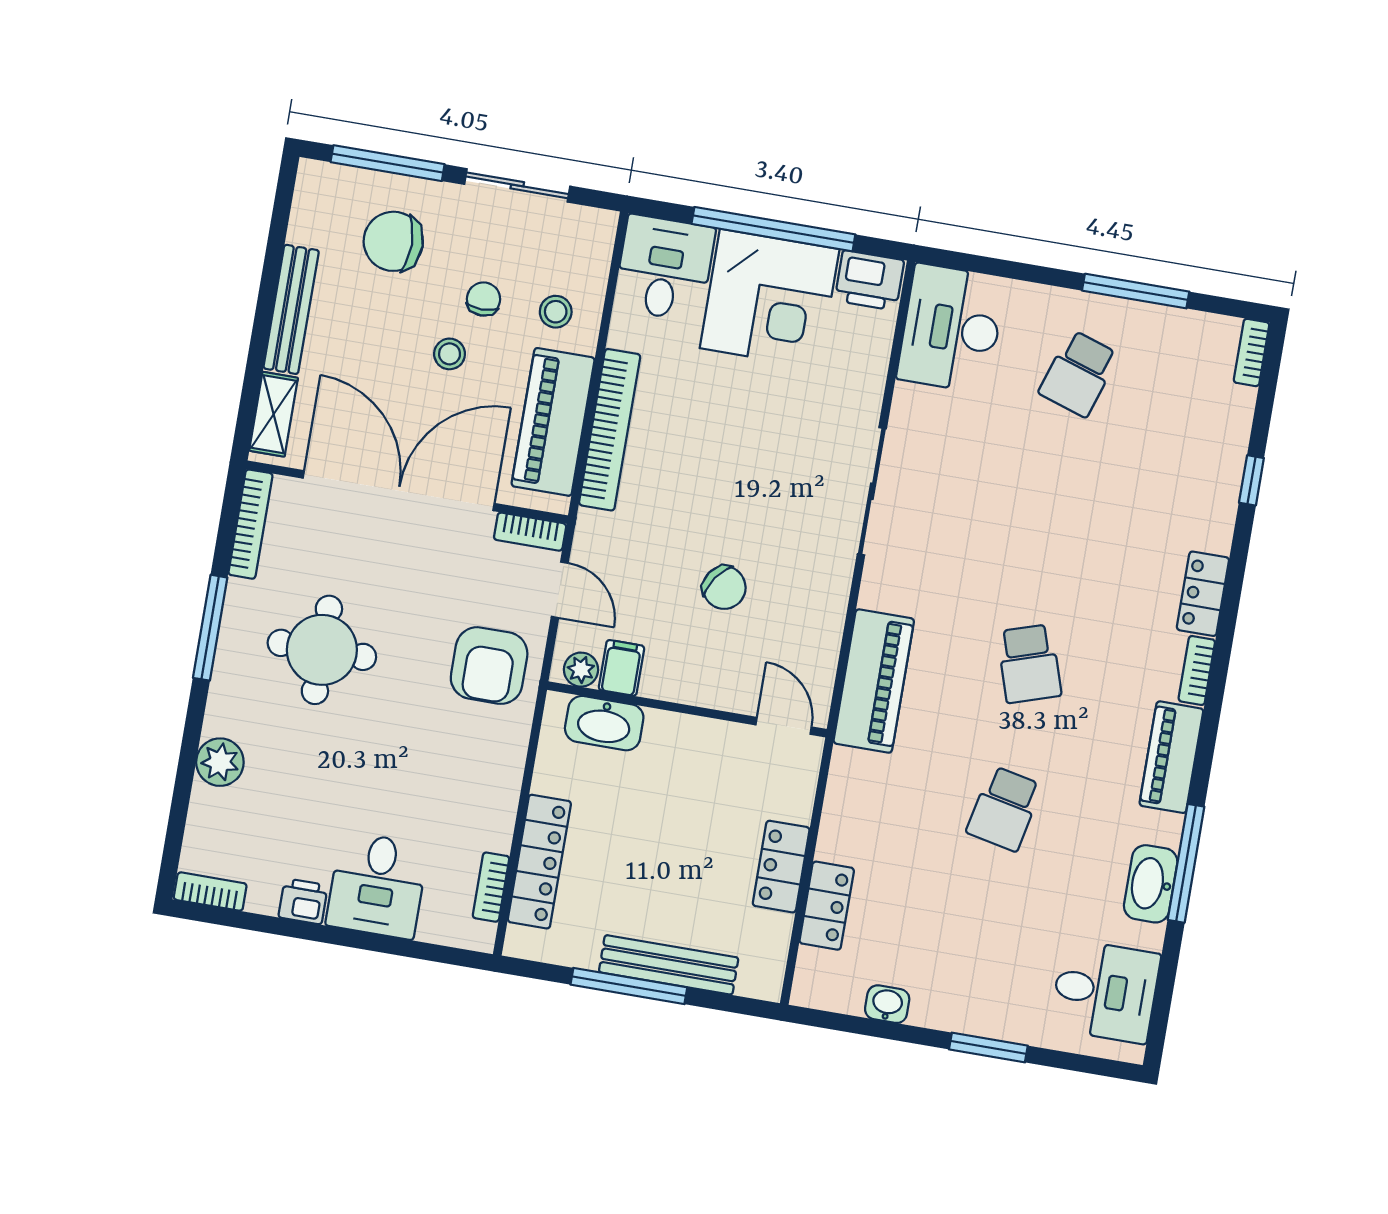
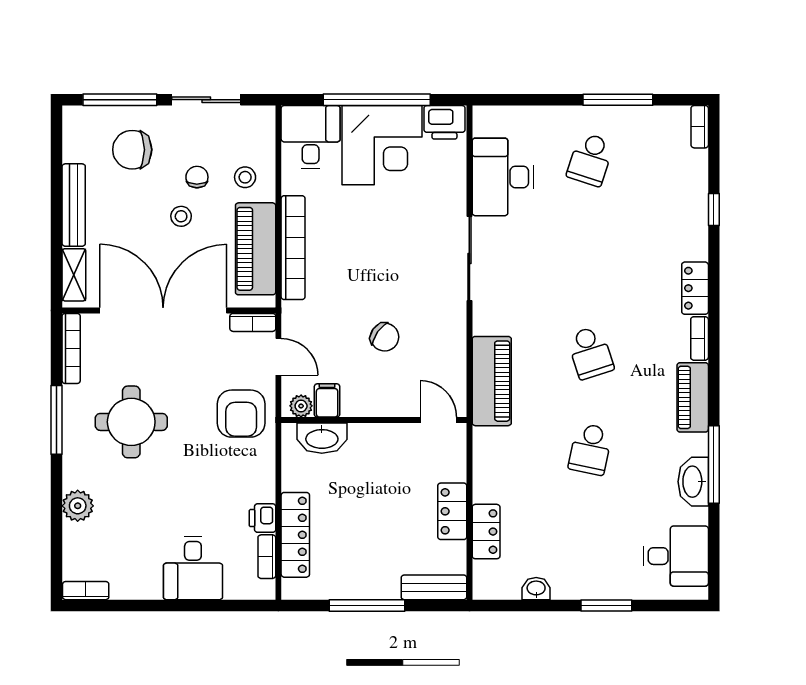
desk: (951, 328) -> (503, 177), moved
printer: (303, 901) -> (262, 518), moved, turned -90
bench: (669, 965) -> (434, 587), moved, width x0.73

